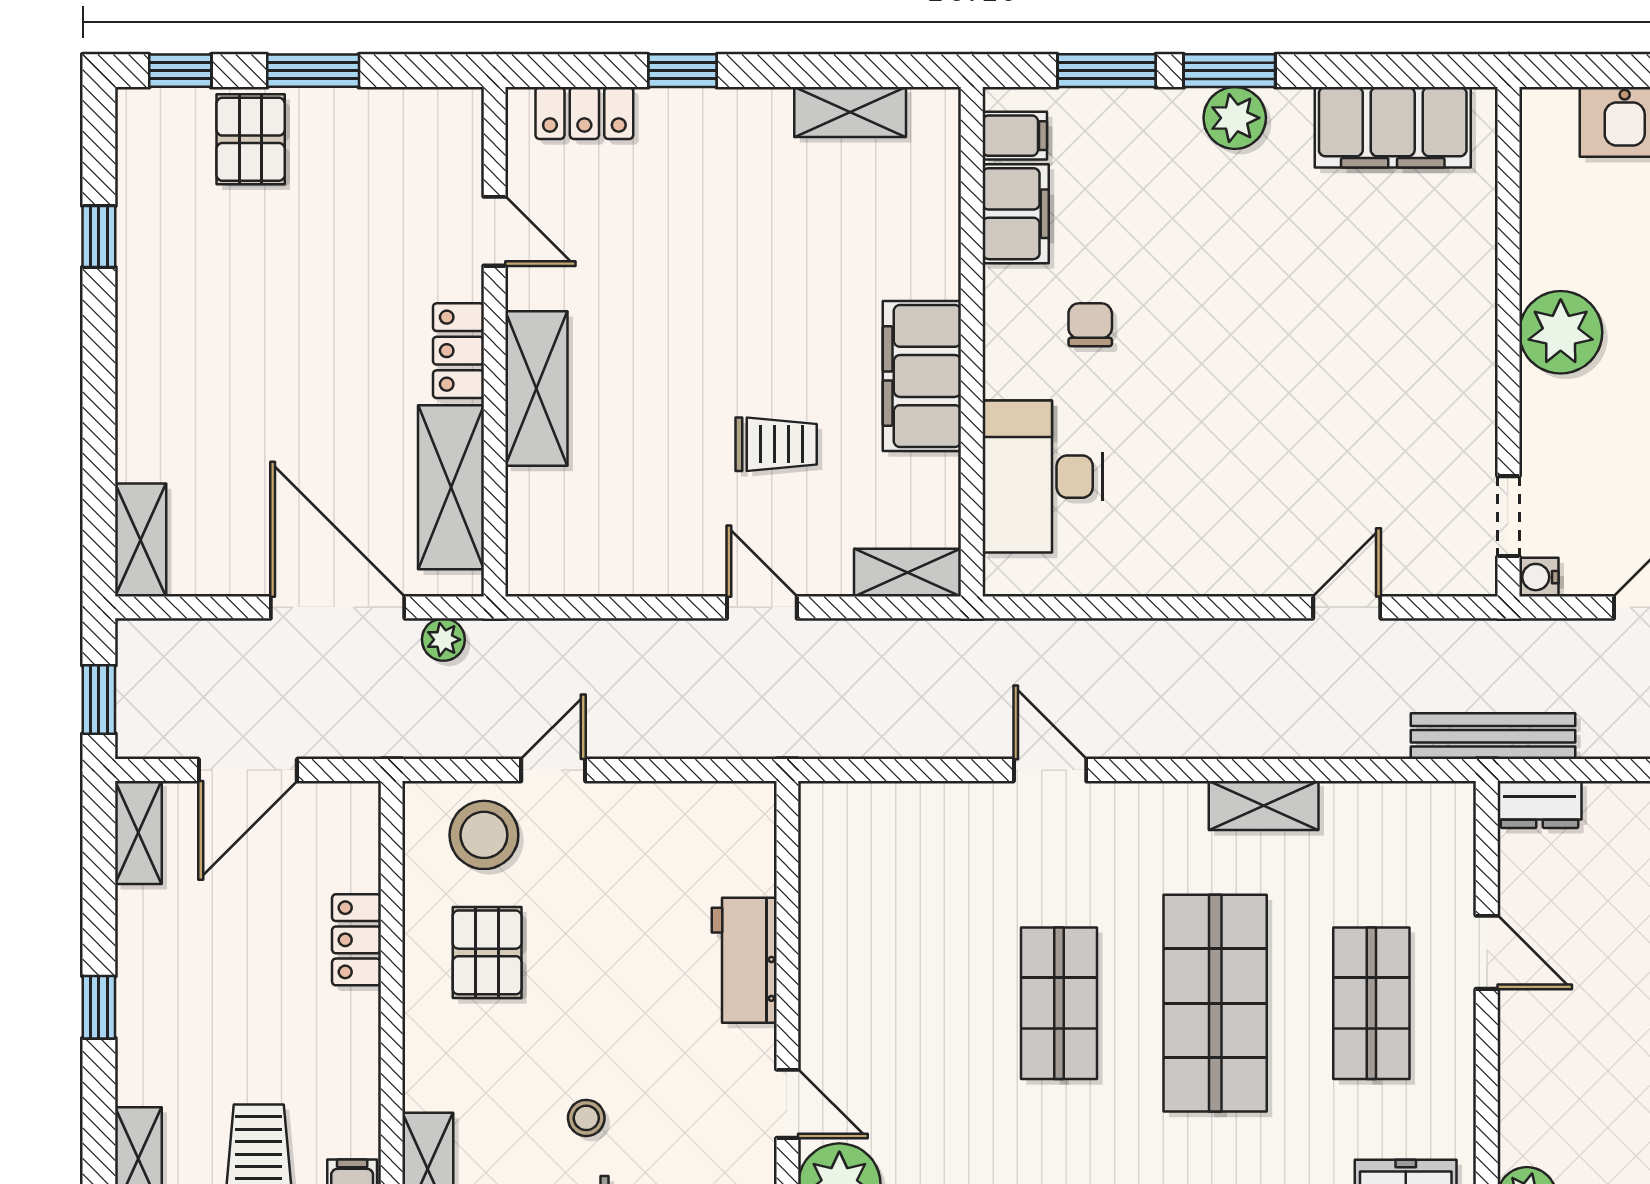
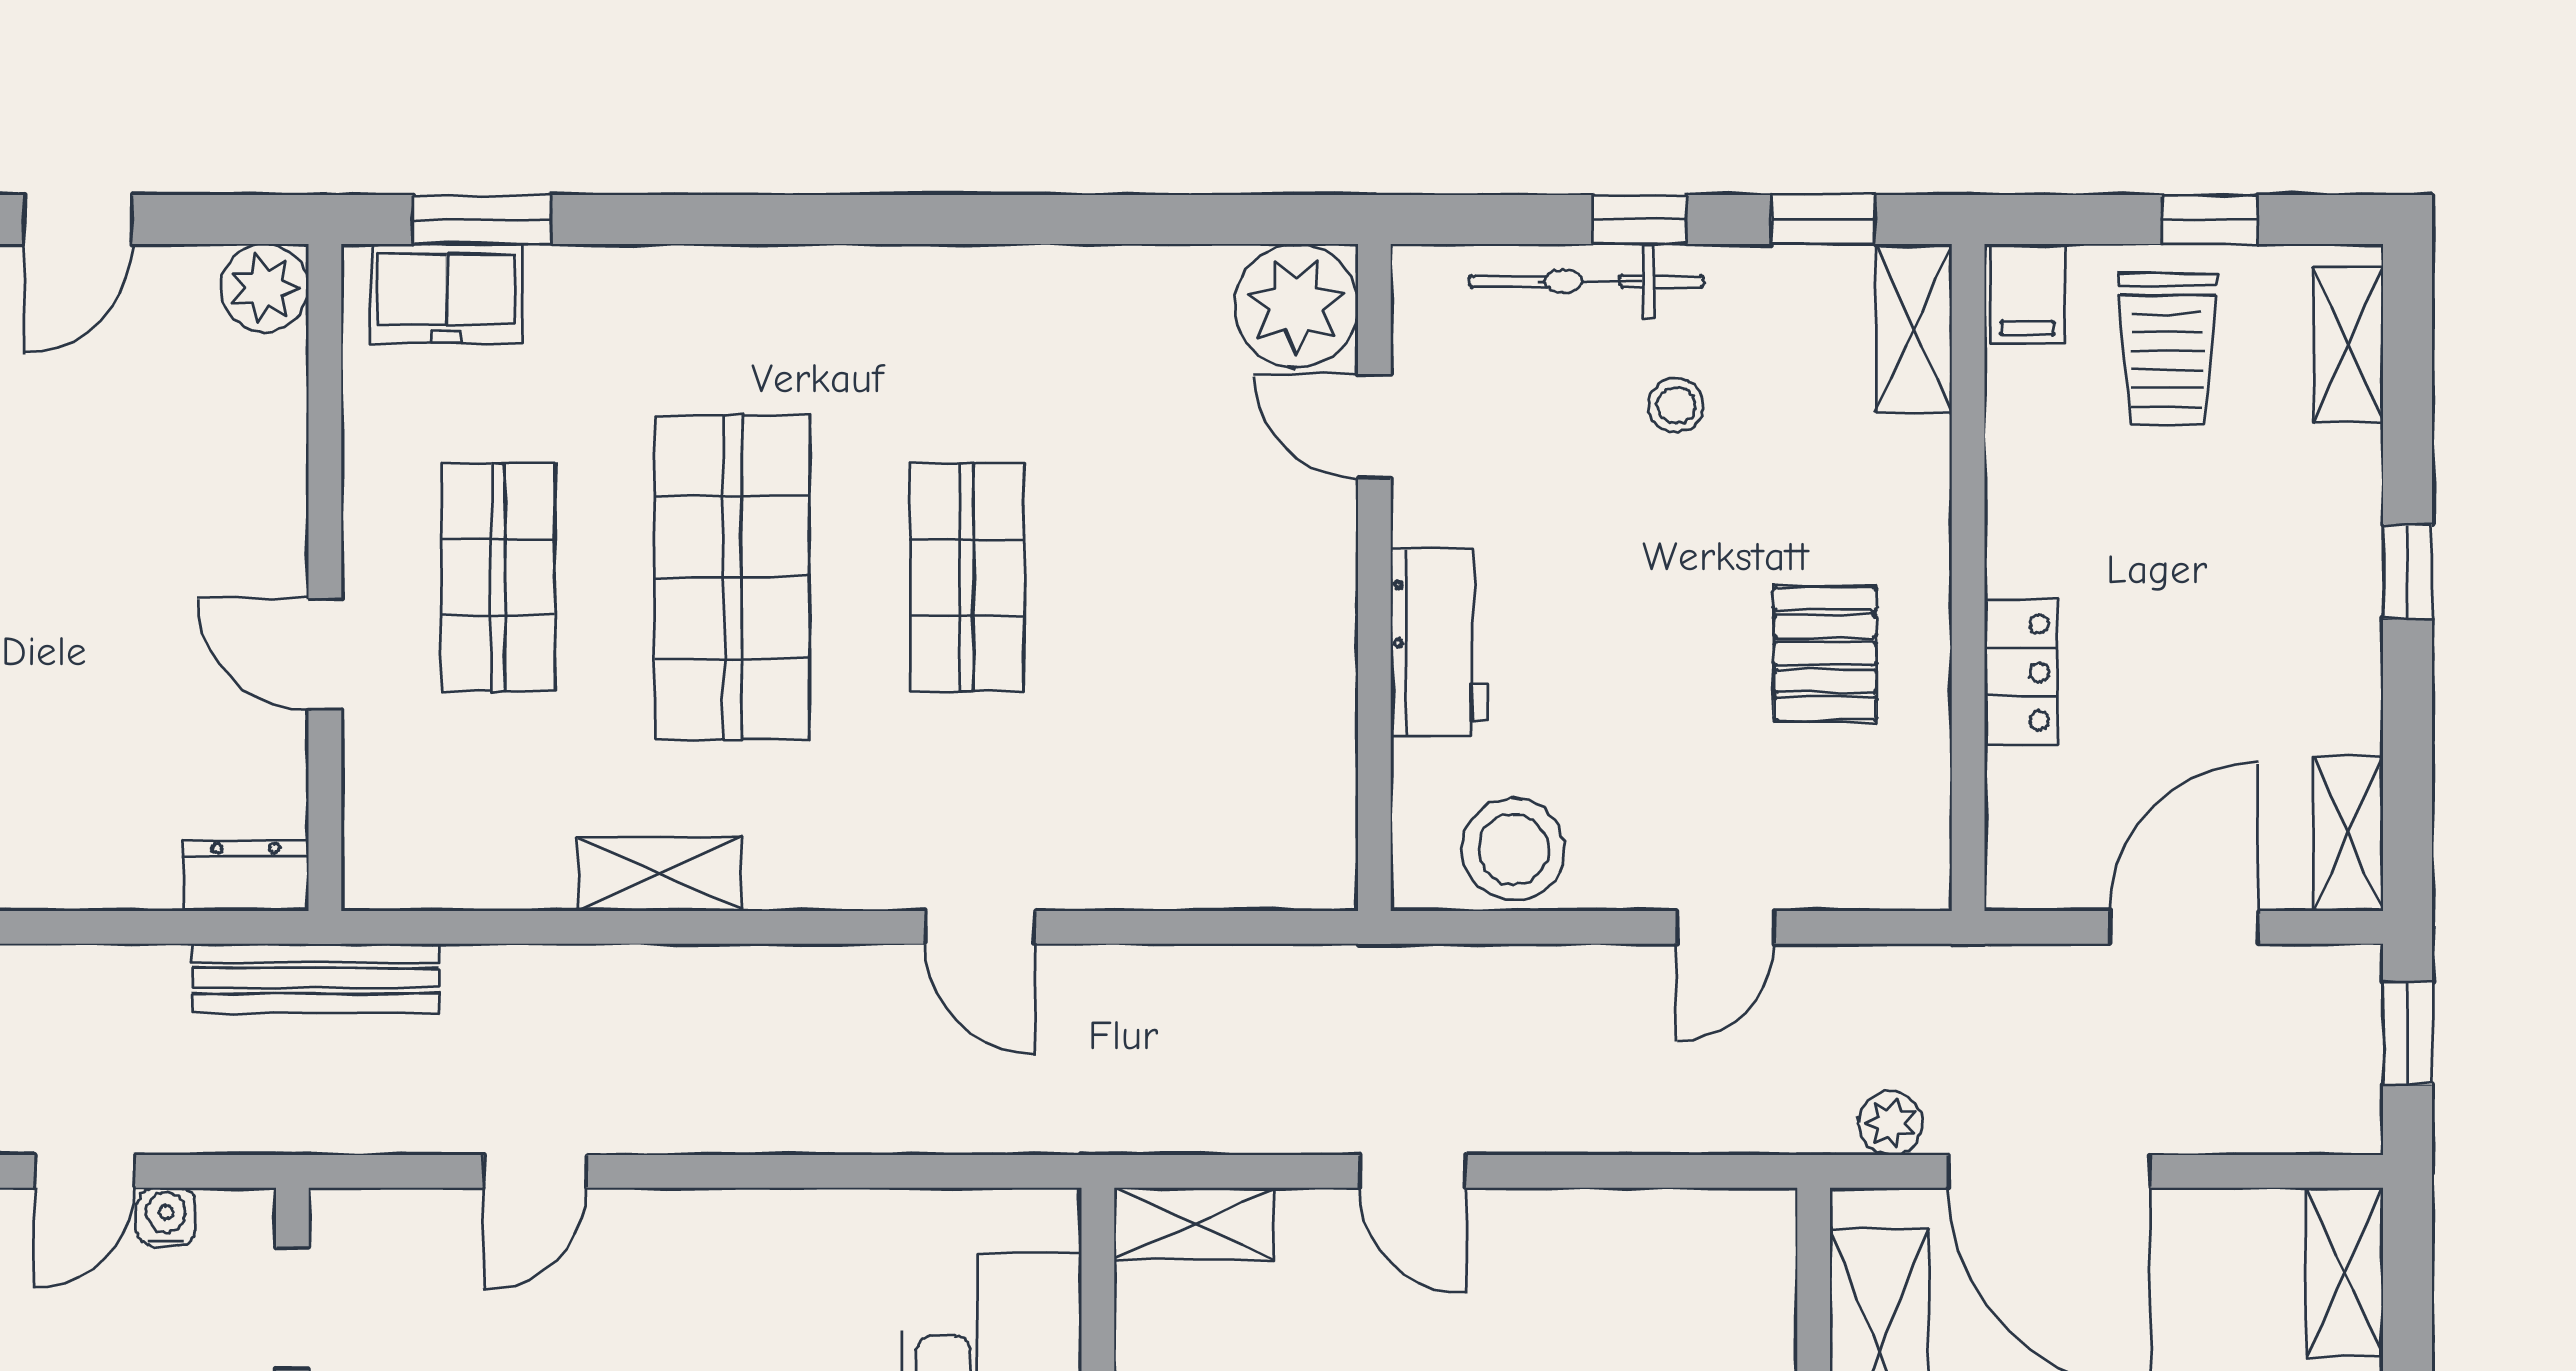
water cooler: (1539, 577) -> (166, 1217), moved, turned -90
stool: (484, 835) -> (1513, 849), moved

